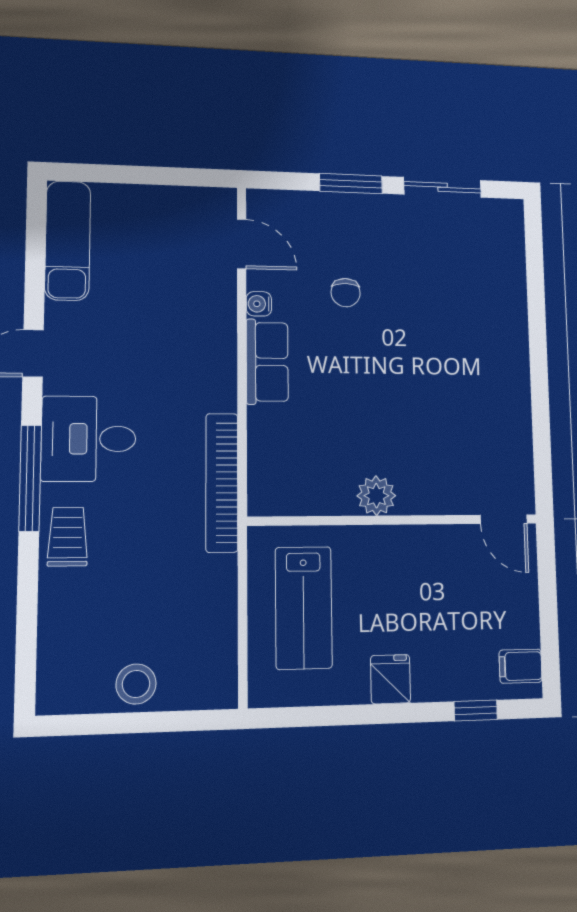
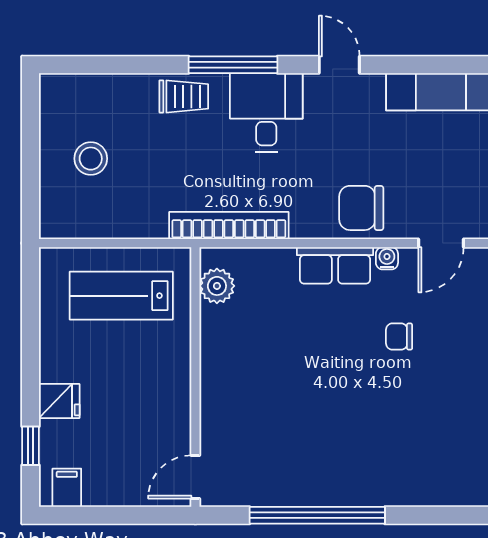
chair: (202, 331) -> (361, 208), added
window: (539, 385) -> (317, 515), added
plant: (376, 496) -> (217, 286), moved
fridge: (390, 679) -> (59, 401), moved
stool: (136, 684) -> (91, 159), moved

